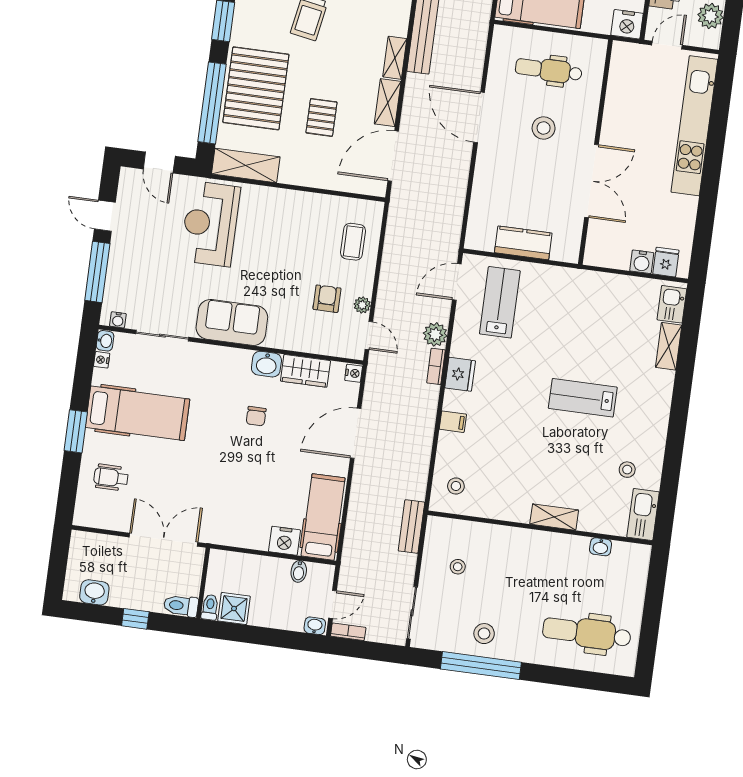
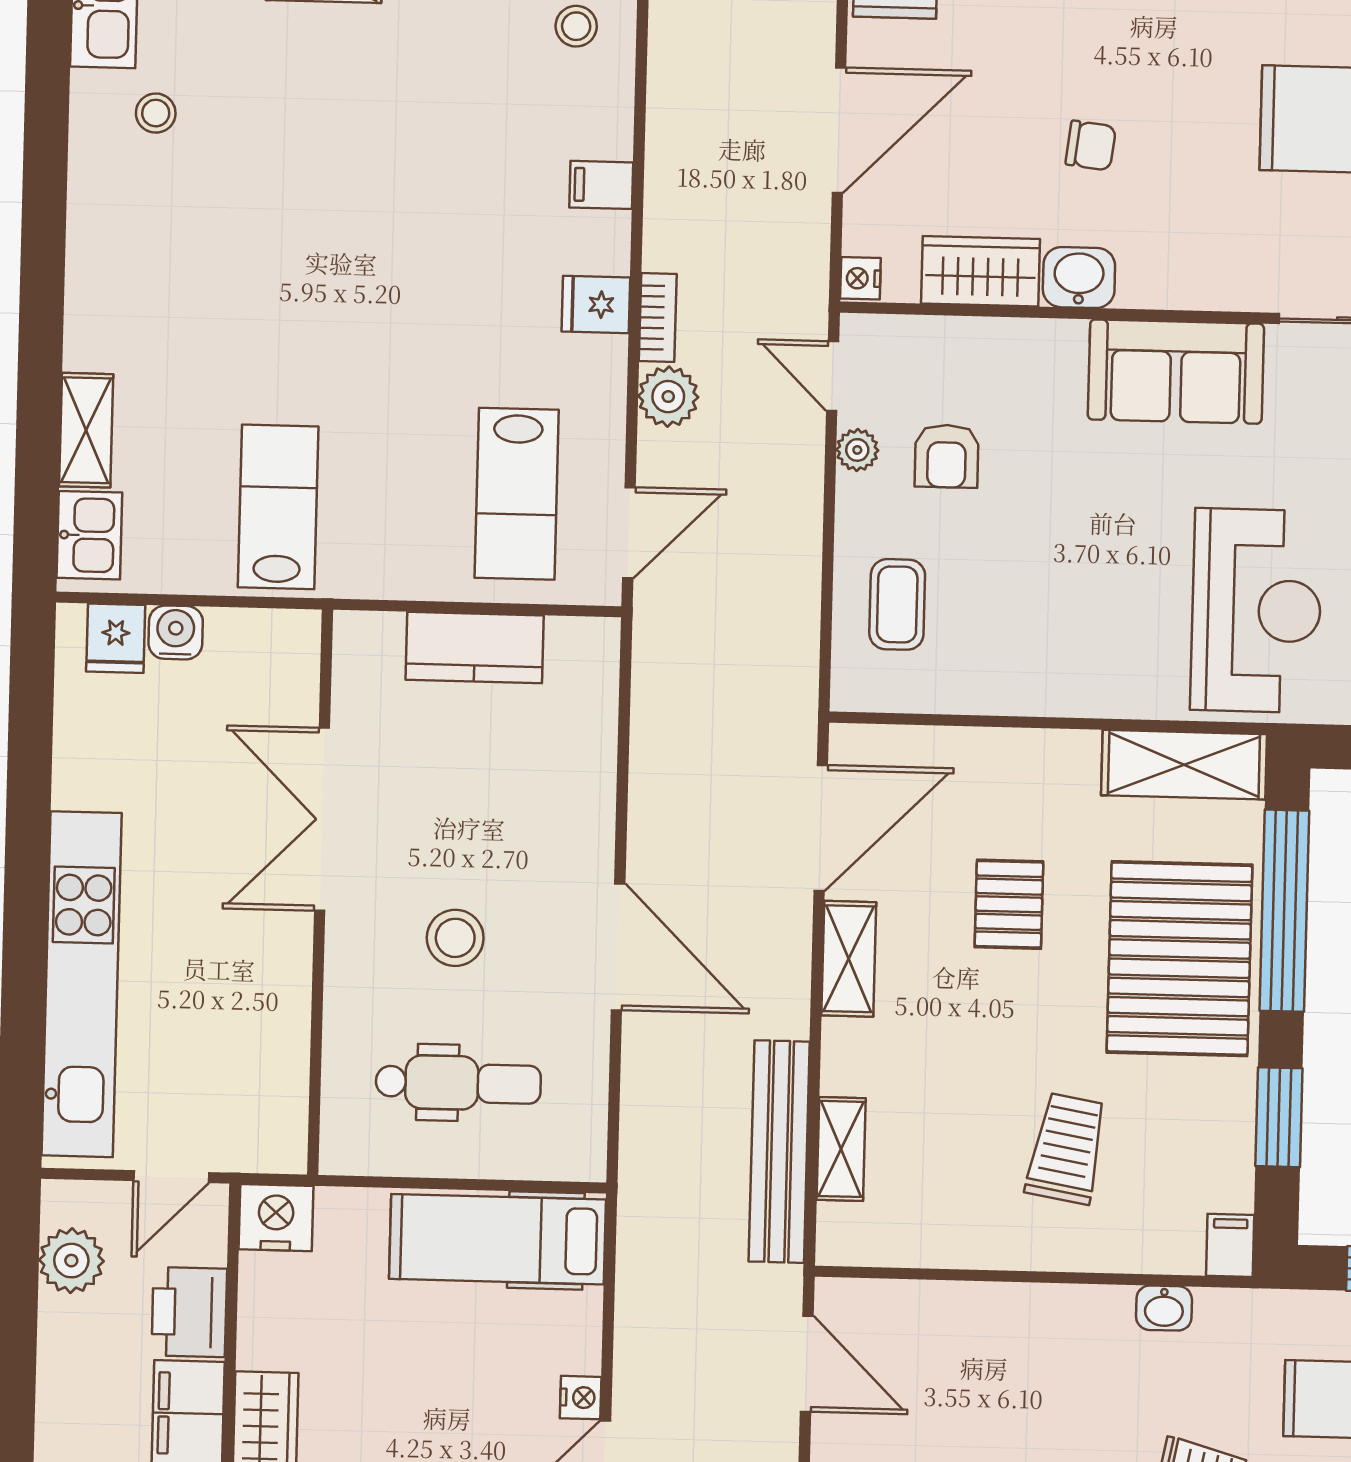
shelving: (395, 58) -> (841, 1149), moved
fridge: (460, 374) -> (596, 304), width x0.72
lab bench: (583, 398) -> (278, 507), moved, turned -90
chair: (256, 416) -> (1091, 146), turned 97

